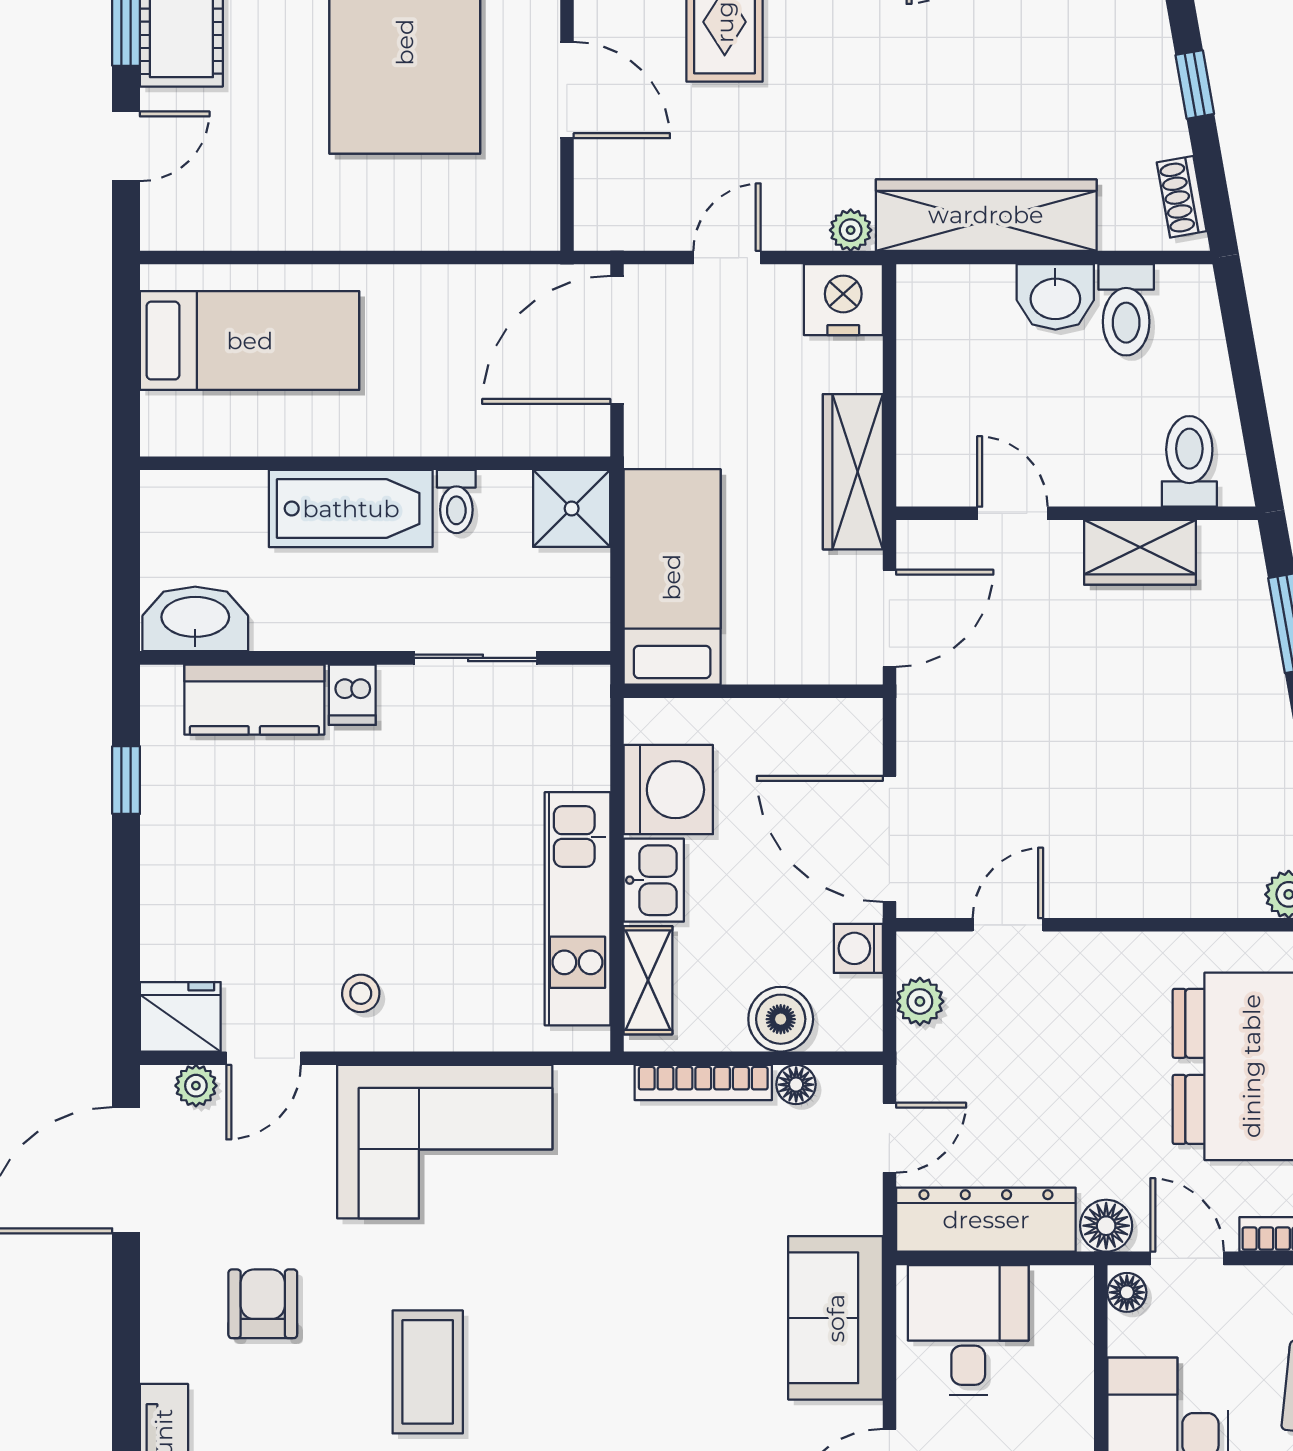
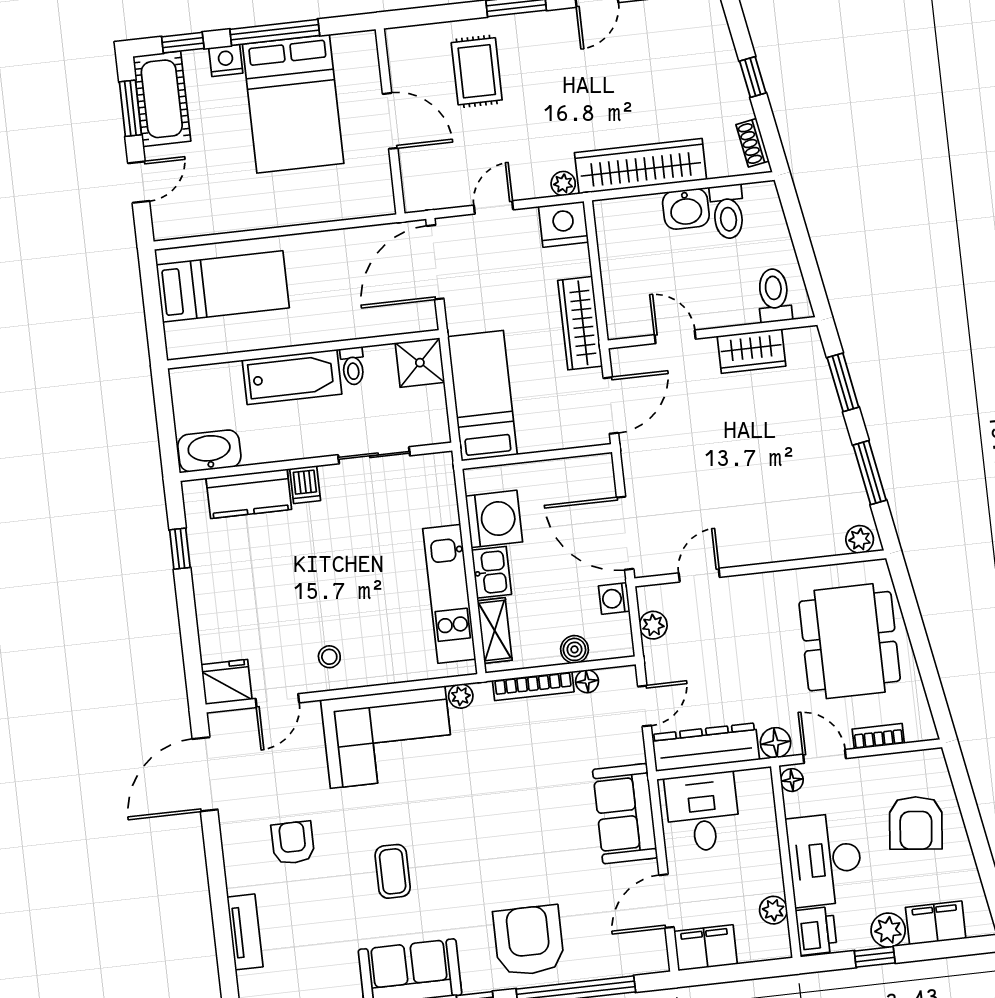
boiler: (781, 1019) -> (574, 649), width x0.73, depth x0.73
plant: (196, 1086) -> (461, 696), moved
coffee table: (428, 1372) -> (393, 871), width x0.73, depth x0.77

